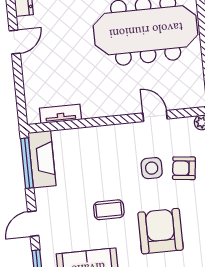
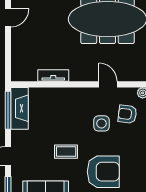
tv unit: (60, 114) -> (53, 76), moved
armchair: (184, 168) -> (127, 114), moved
armchair: (160, 231) -> (103, 172), turned 90

